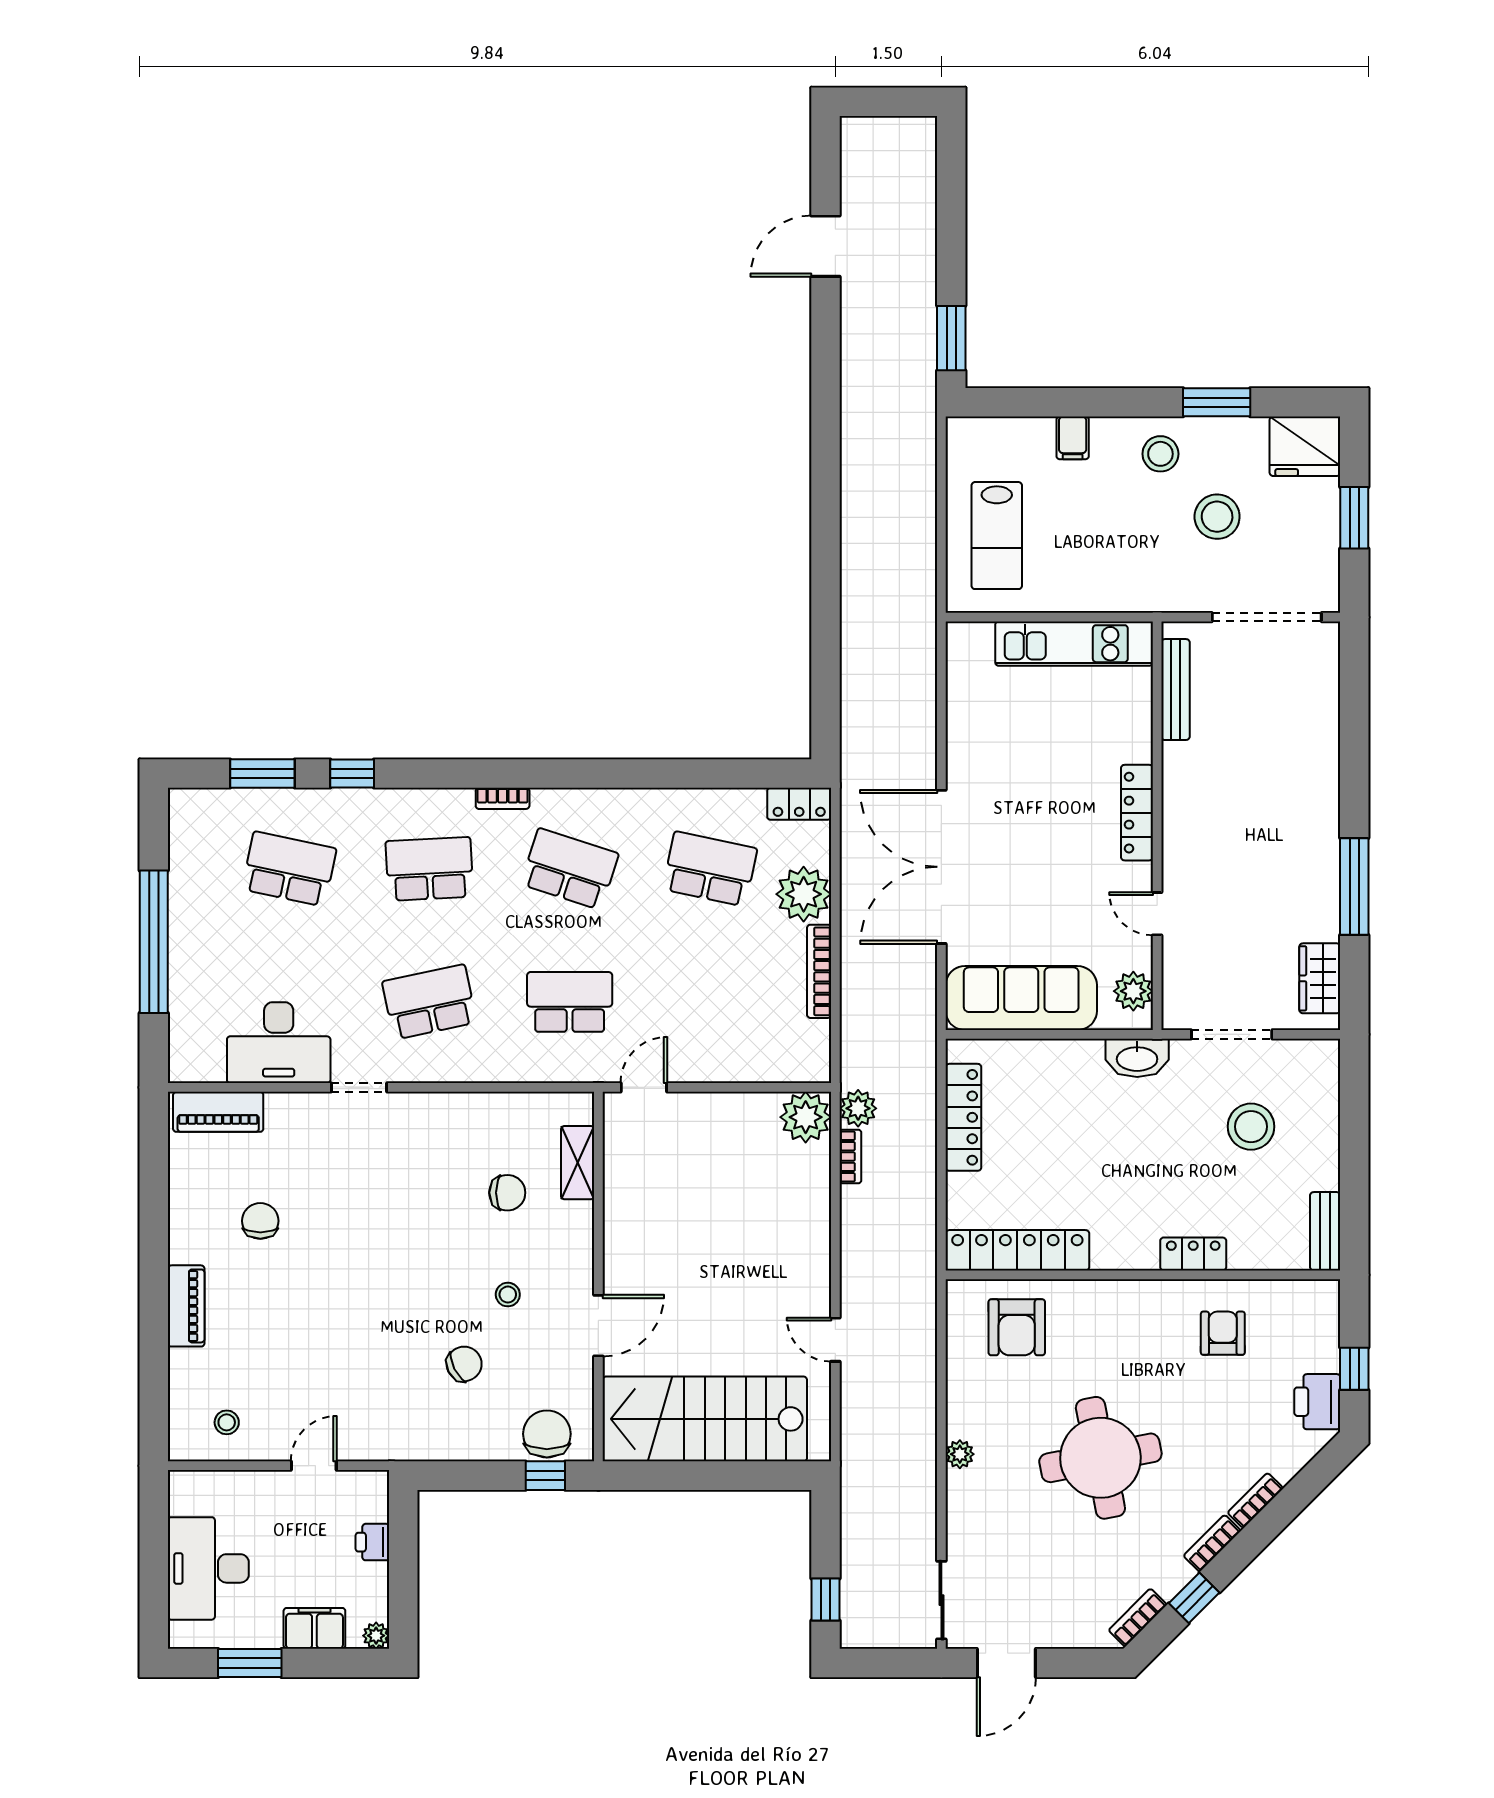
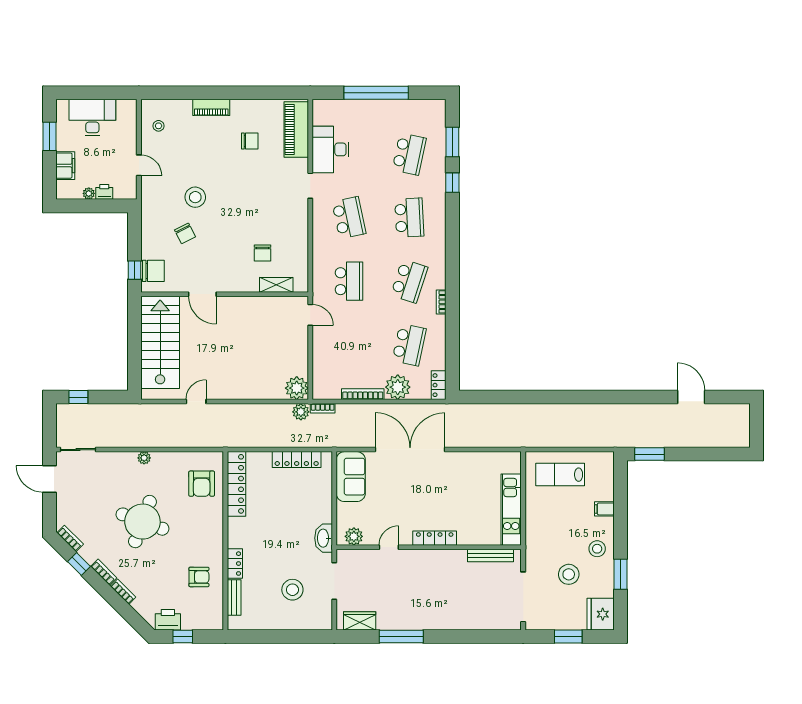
bookcase: (503, 798) -> (441, 302), moved
sofa: (1021, 998) -> (351, 477), width x0.73
piano: (218, 1112) -> (296, 129), width x1.37, depth x1.33
bookcase: (850, 1157) -> (323, 408), moved
bench: (1325, 1231) -> (234, 598), moved, turned 90
stool: (508, 1295) -> (195, 197), moved, width x1.89, depth x1.89
armchair: (1017, 1327) -> (202, 484), turned -90
round table: (1100, 1458) -> (142, 522), turned 31
plant: (376, 1636) -> (89, 193), moved

